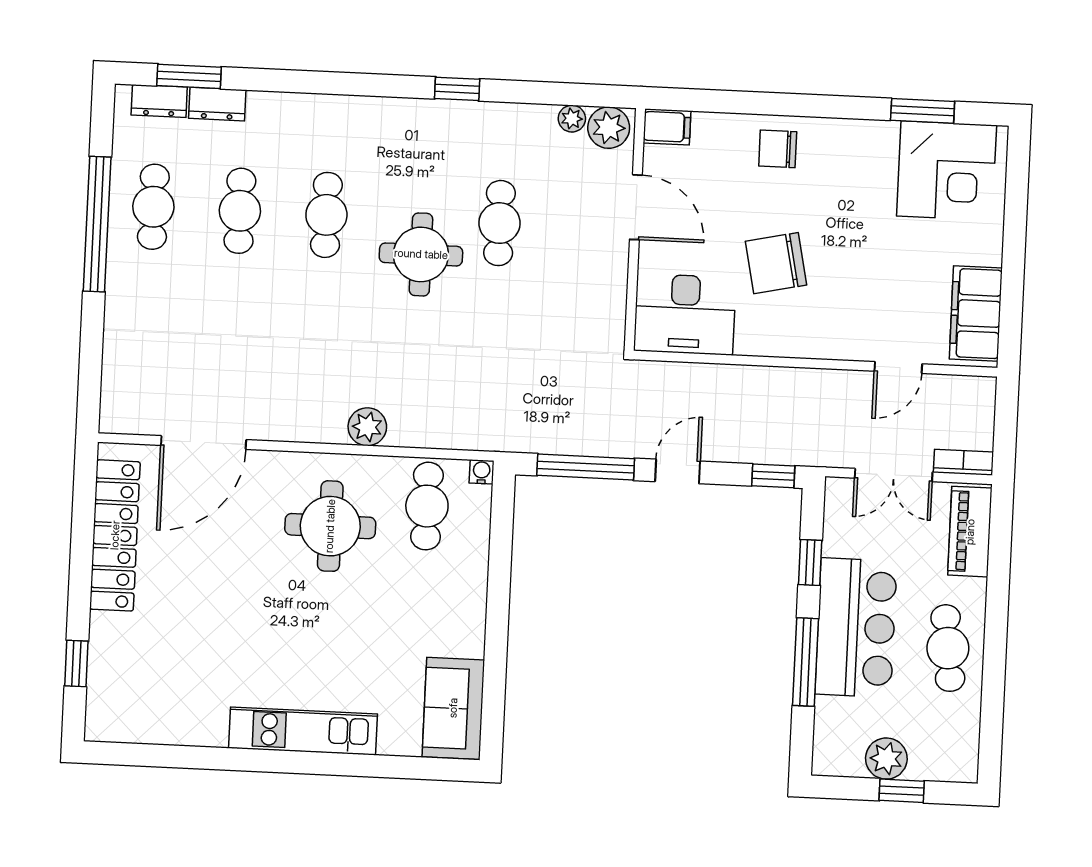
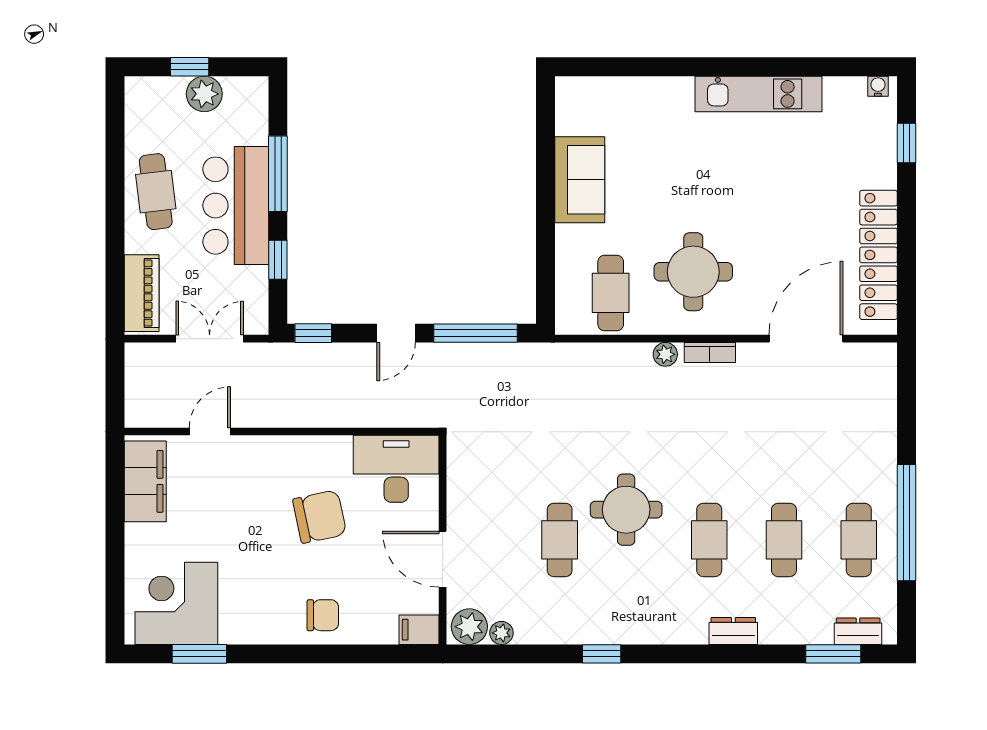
dresser: (217, 104) -> (733, 631), moved
plant: (367, 427) -> (665, 354), width x0.73, depth x0.73
bookcase: (964, 462) -> (710, 353), moved
water cooler: (482, 472) -> (878, 86), moved, turned 180
sofa: (453, 708) -> (580, 180), moved
kitchen unit: (303, 731) -> (758, 94), moved

